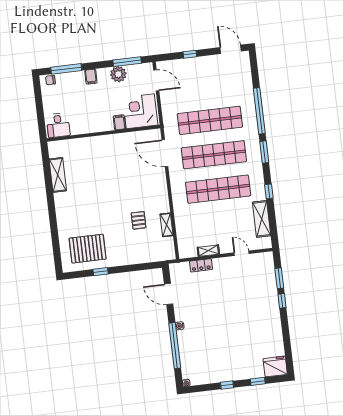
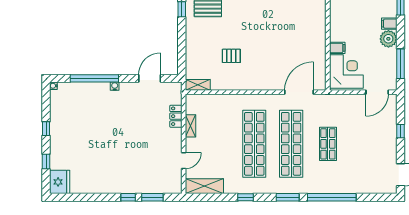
plant: (118, 74) -> (388, 39), moved
shop shelf: (210, 120) -> (328, 144), width x0.50, depth x0.74
shelving: (262, 219) -> (204, 186), moved
shelving: (166, 225) -> (198, 85), moved

